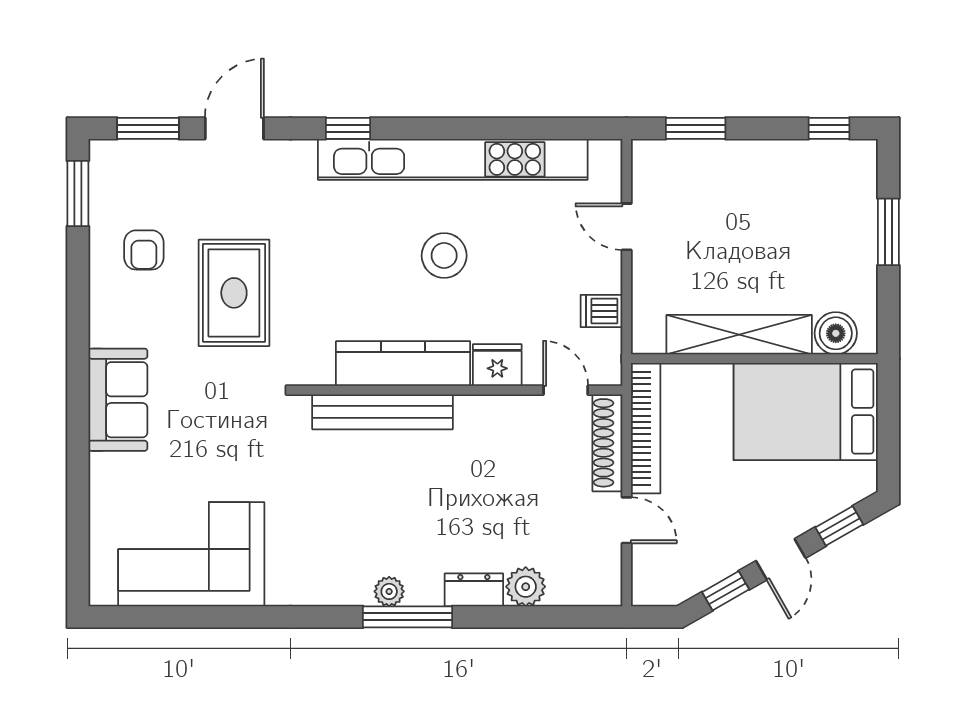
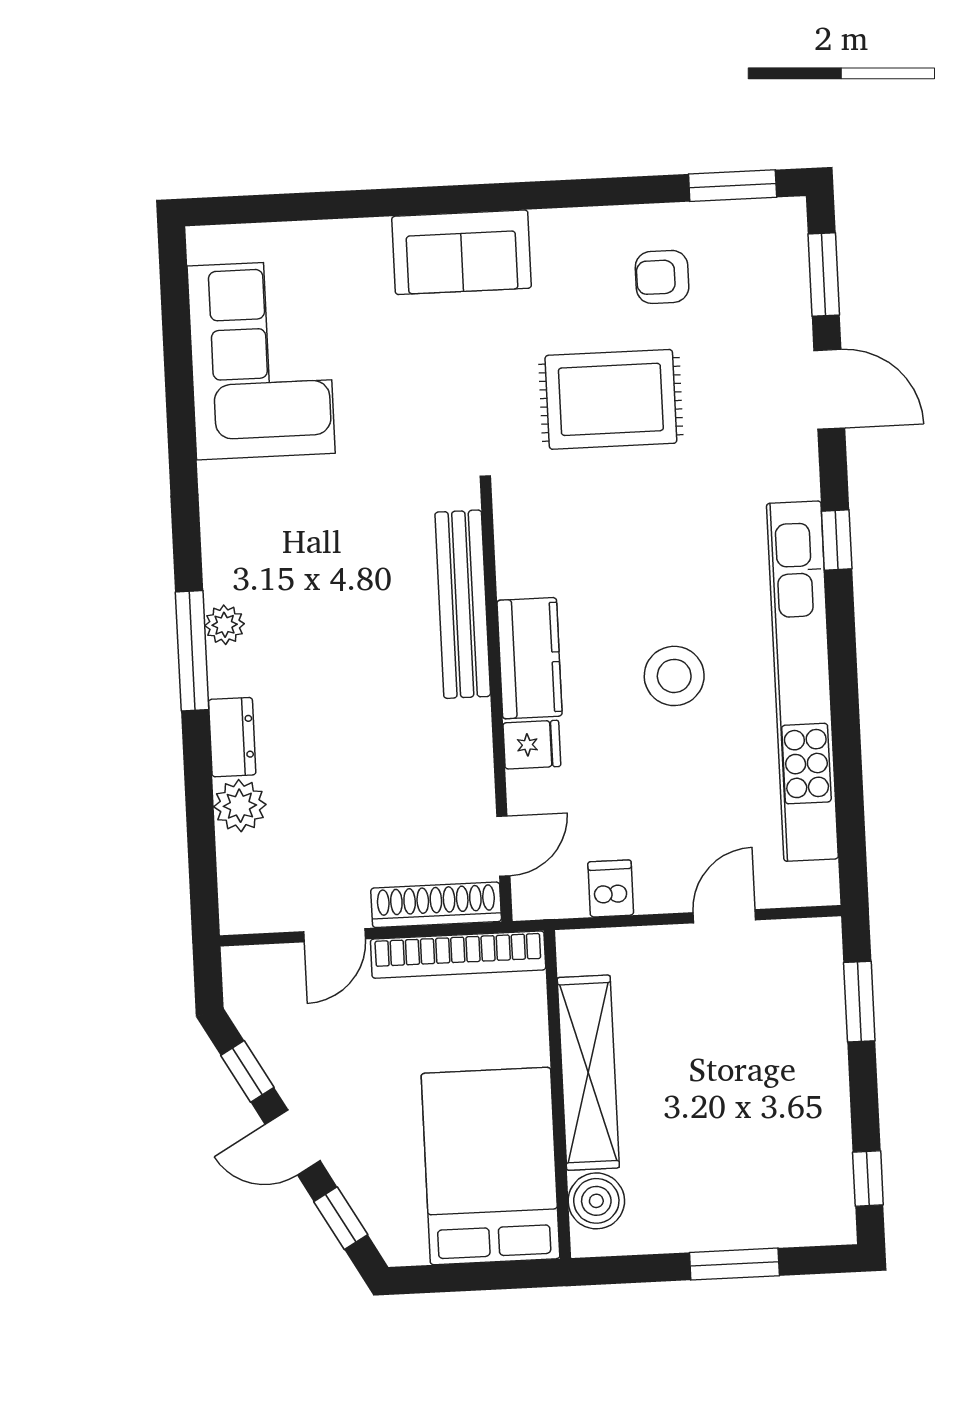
kitchen counter: (403, 364) -> (530, 658), width x0.67
fridge: (497, 365) -> (532, 745), width x0.72

